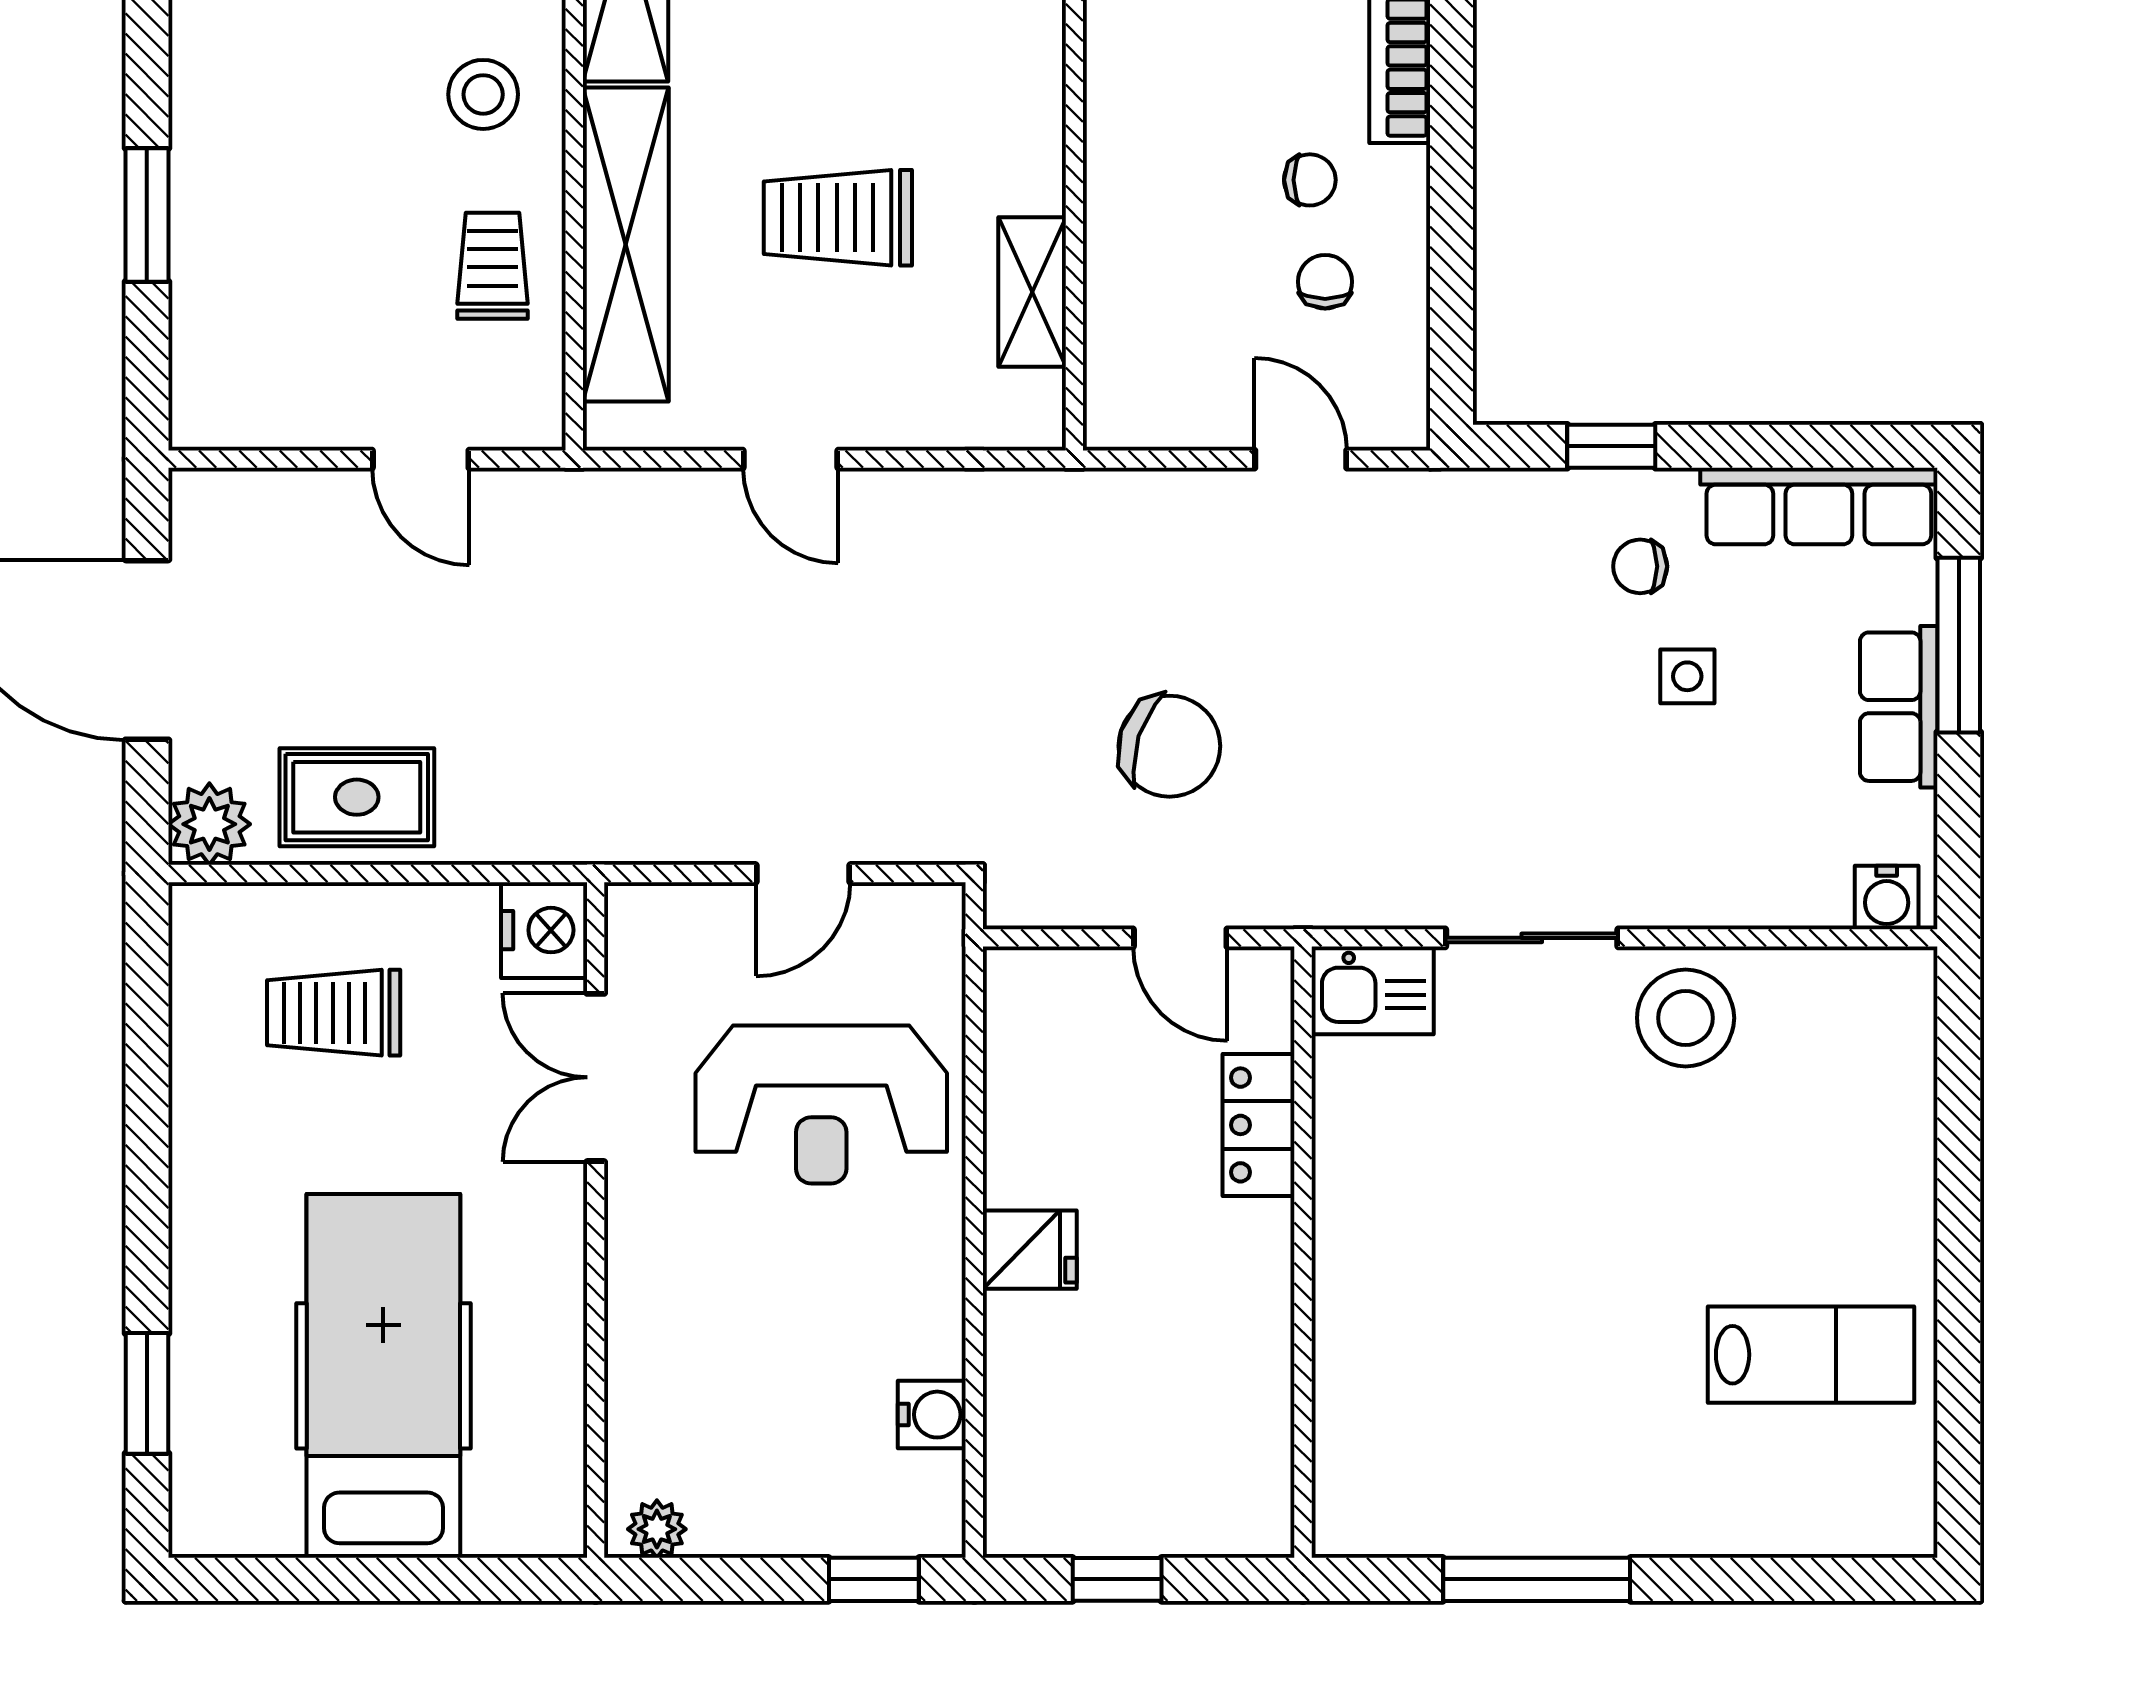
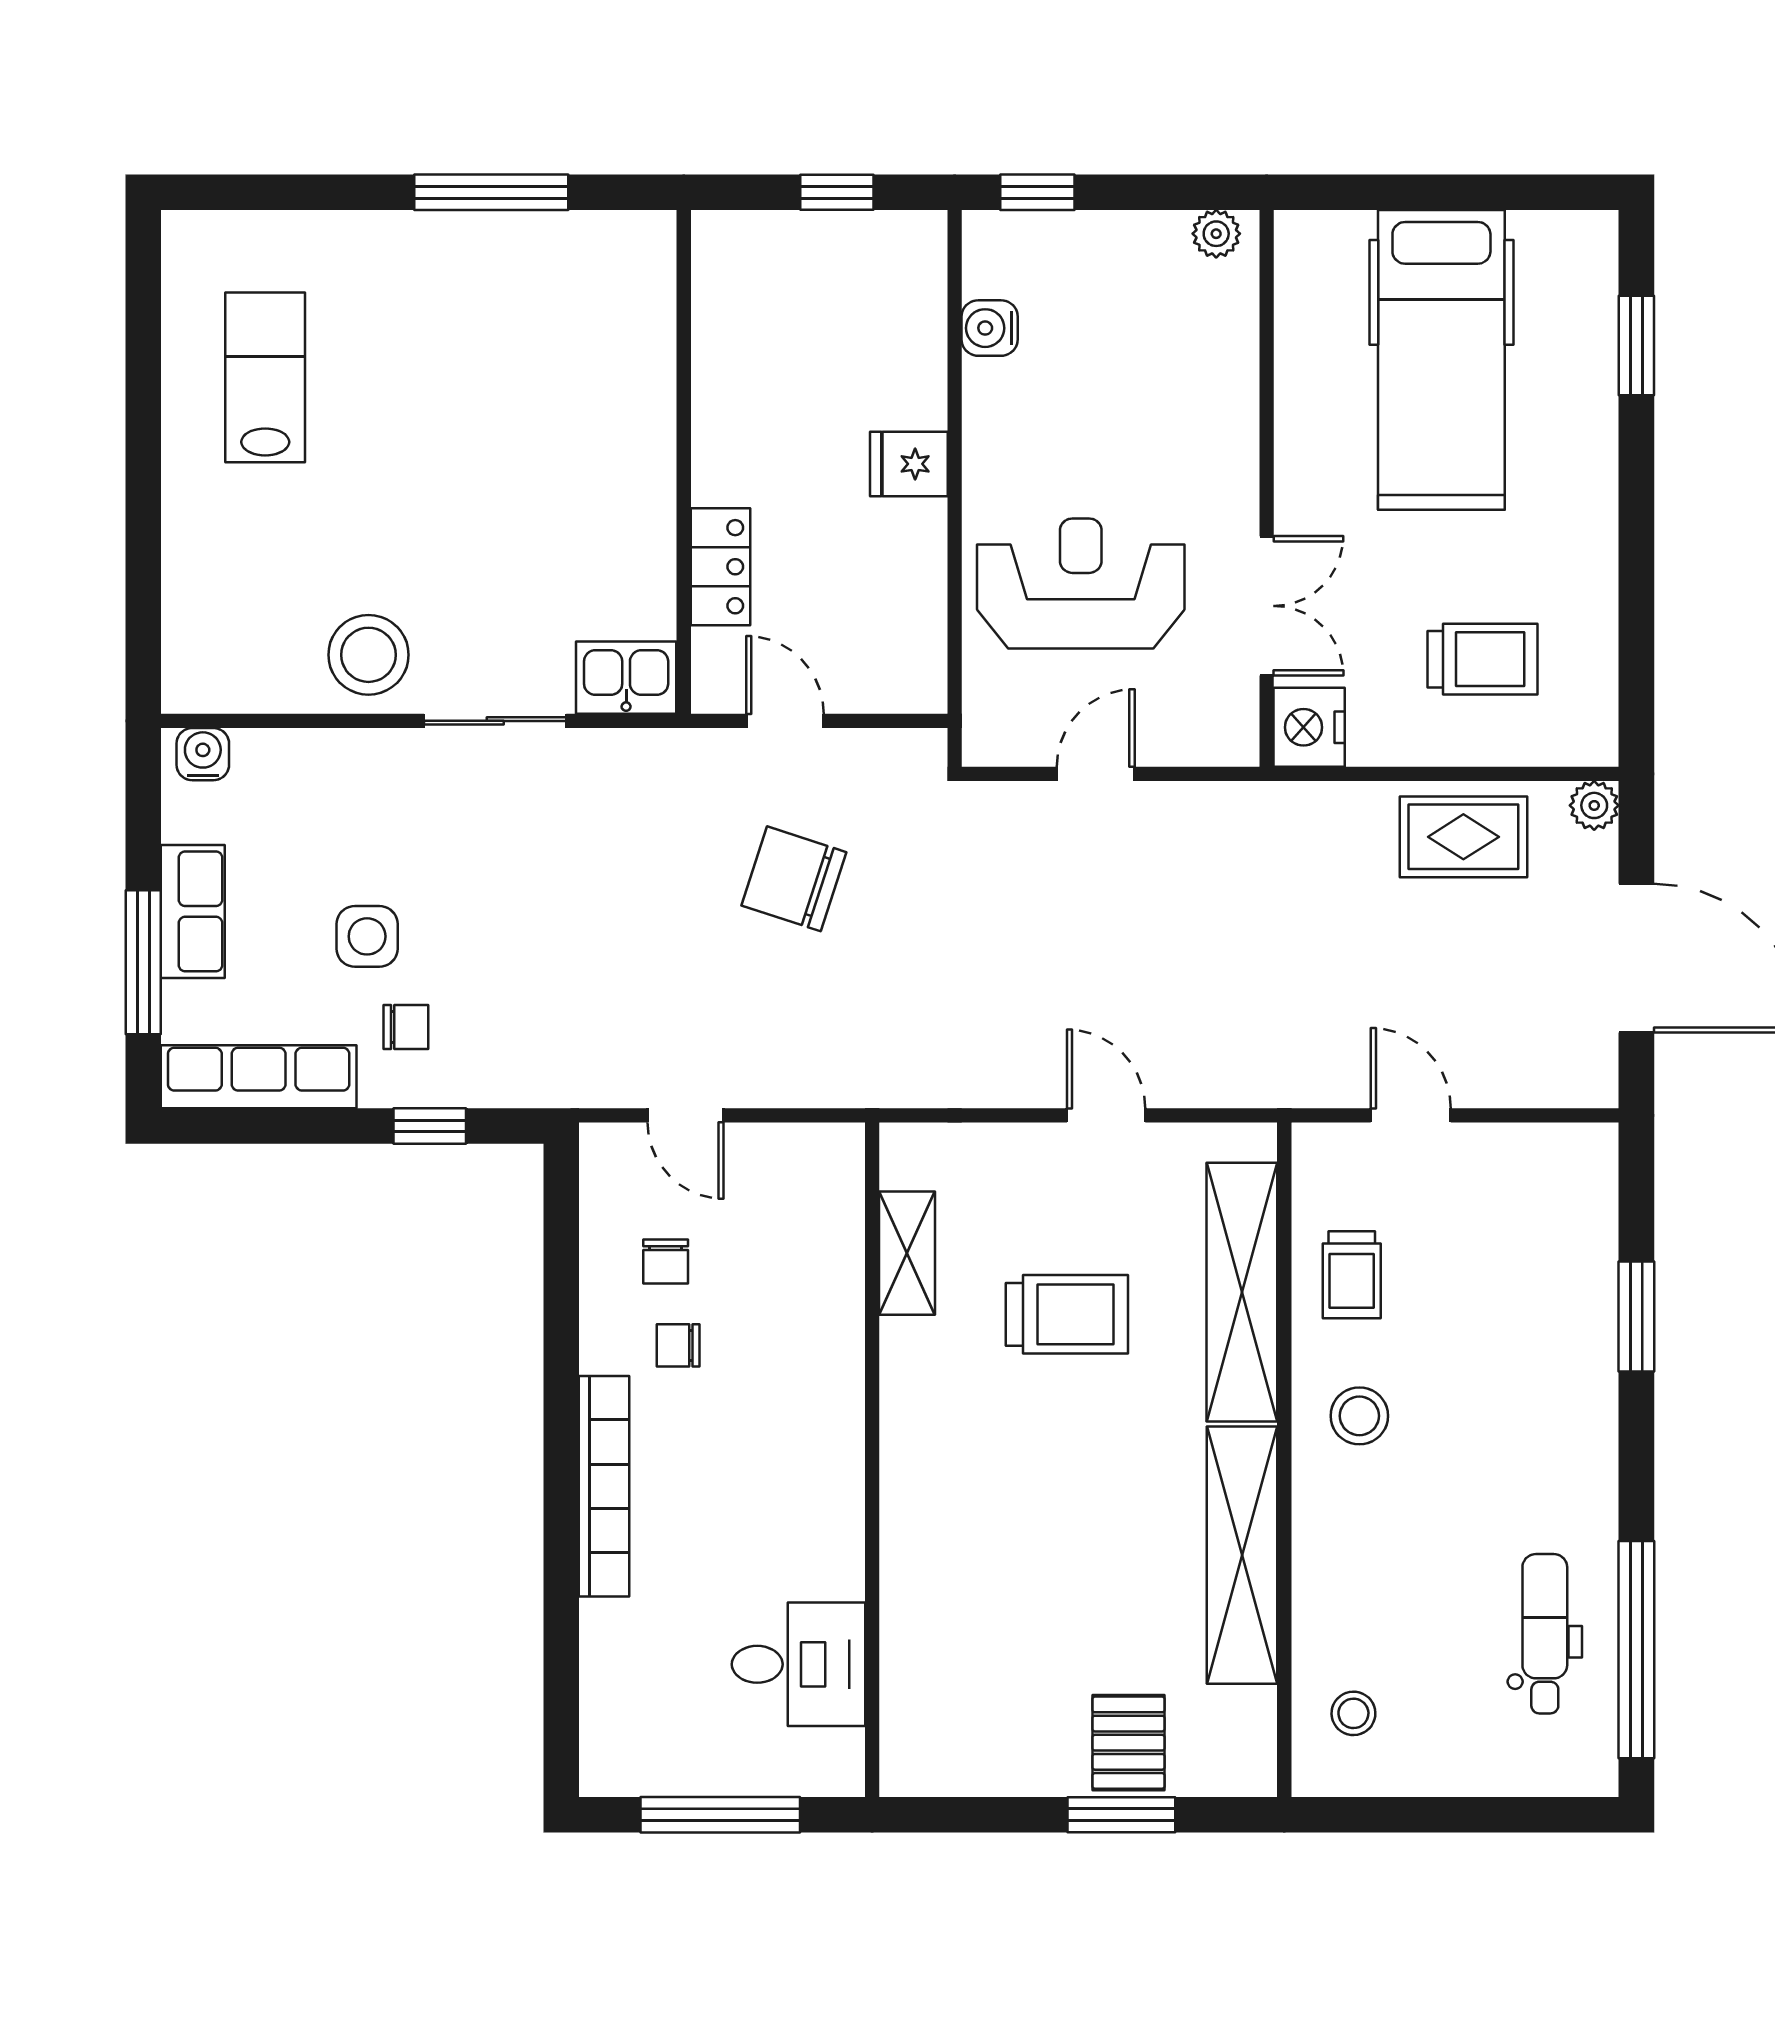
side table: (1687, 676) -> (367, 936), width x1.37, depth x1.37
plant: (209, 824) -> (1594, 805), width x0.73, depth x0.73
lab bench: (1811, 1355) -> (265, 377), turned 90

